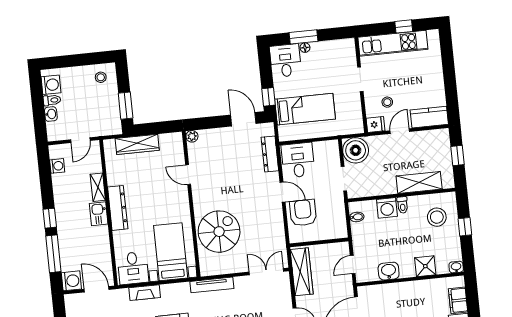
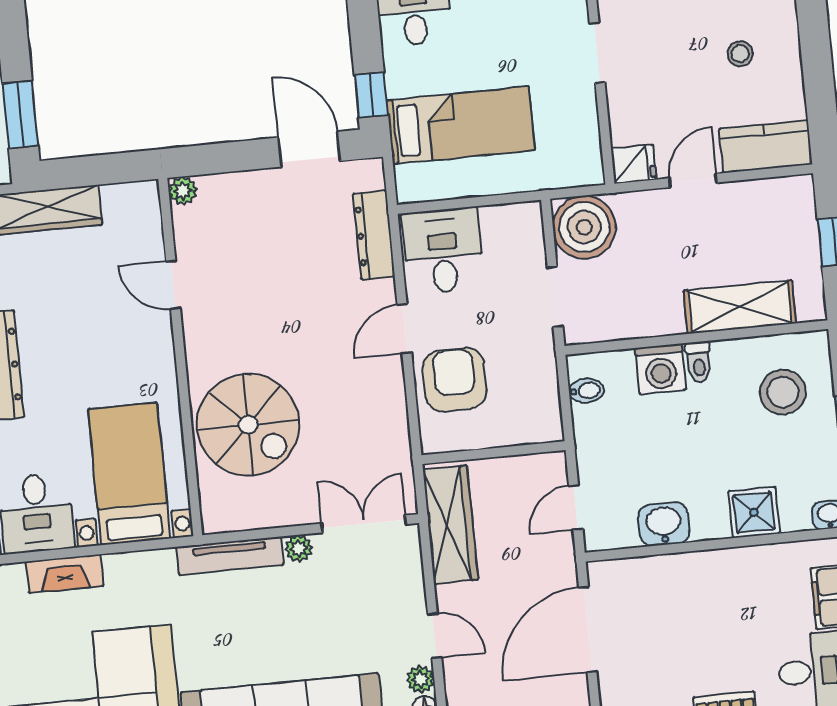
stool: (387, 102) -> (740, 54), moved
door: (283, 192) -> (404, 329), swing flipped
spiral stairs: (219, 232) -> (248, 425), turned 90
plant: (240, 282) -> (299, 548), added

